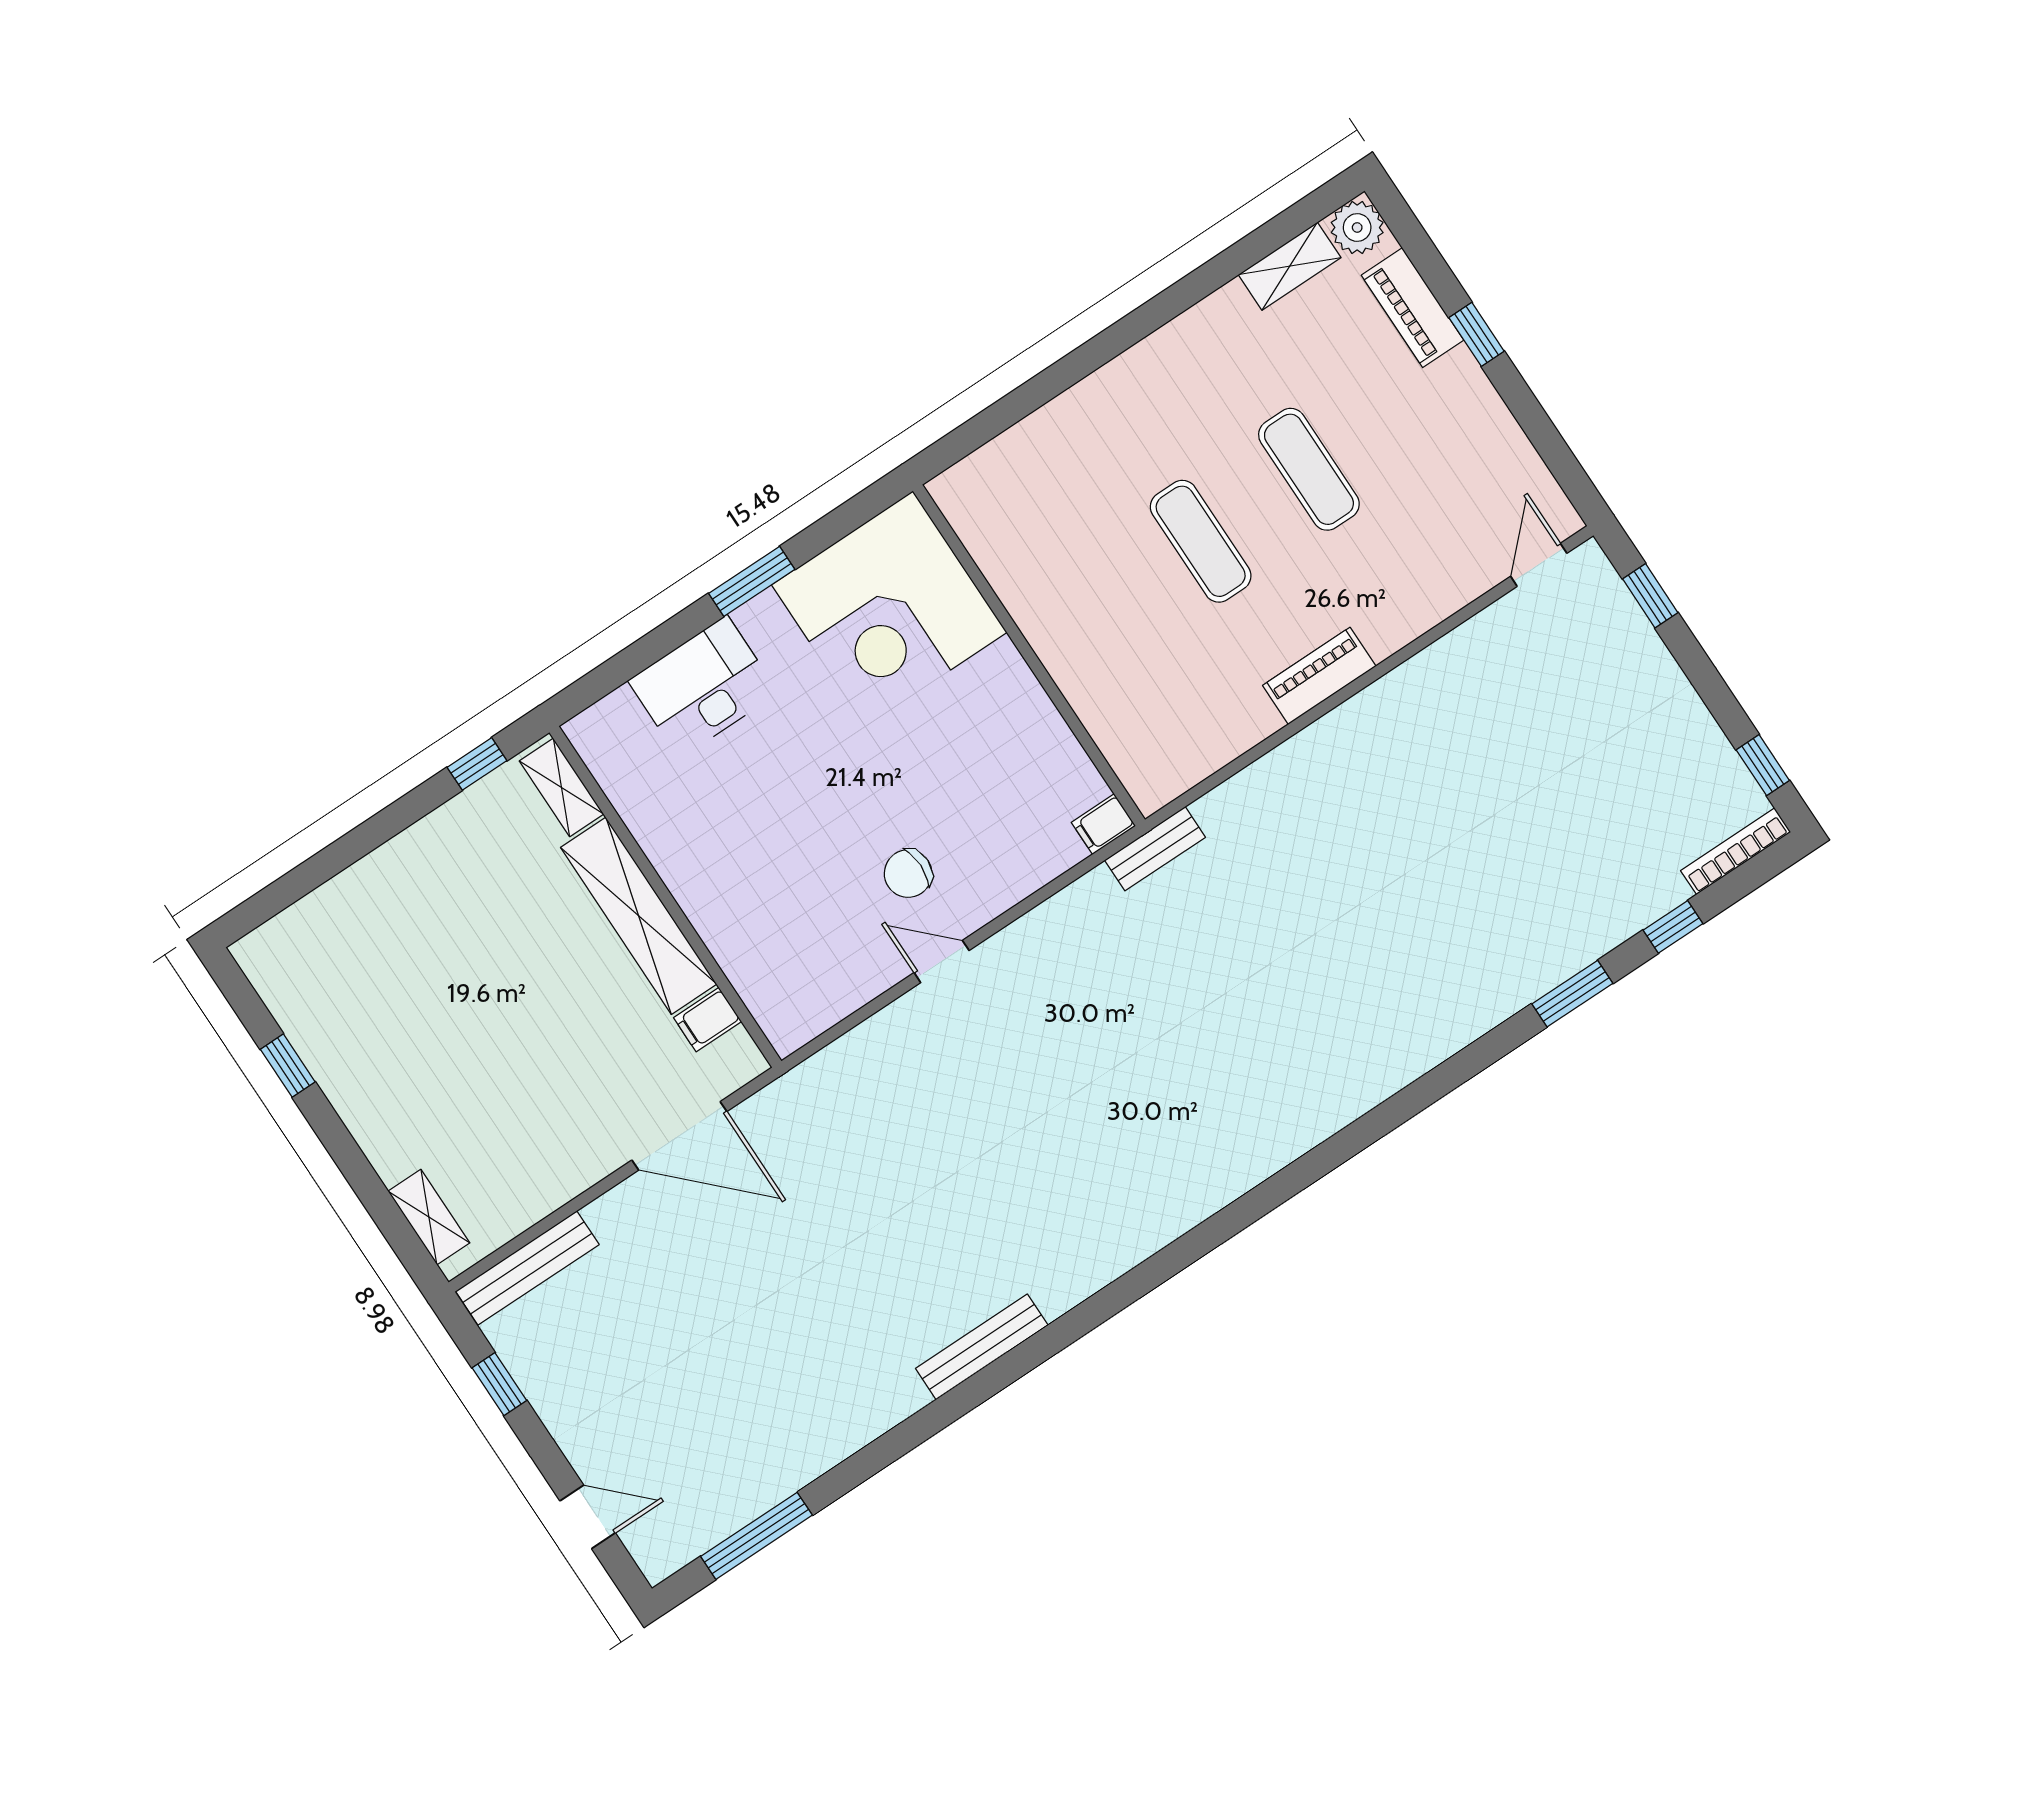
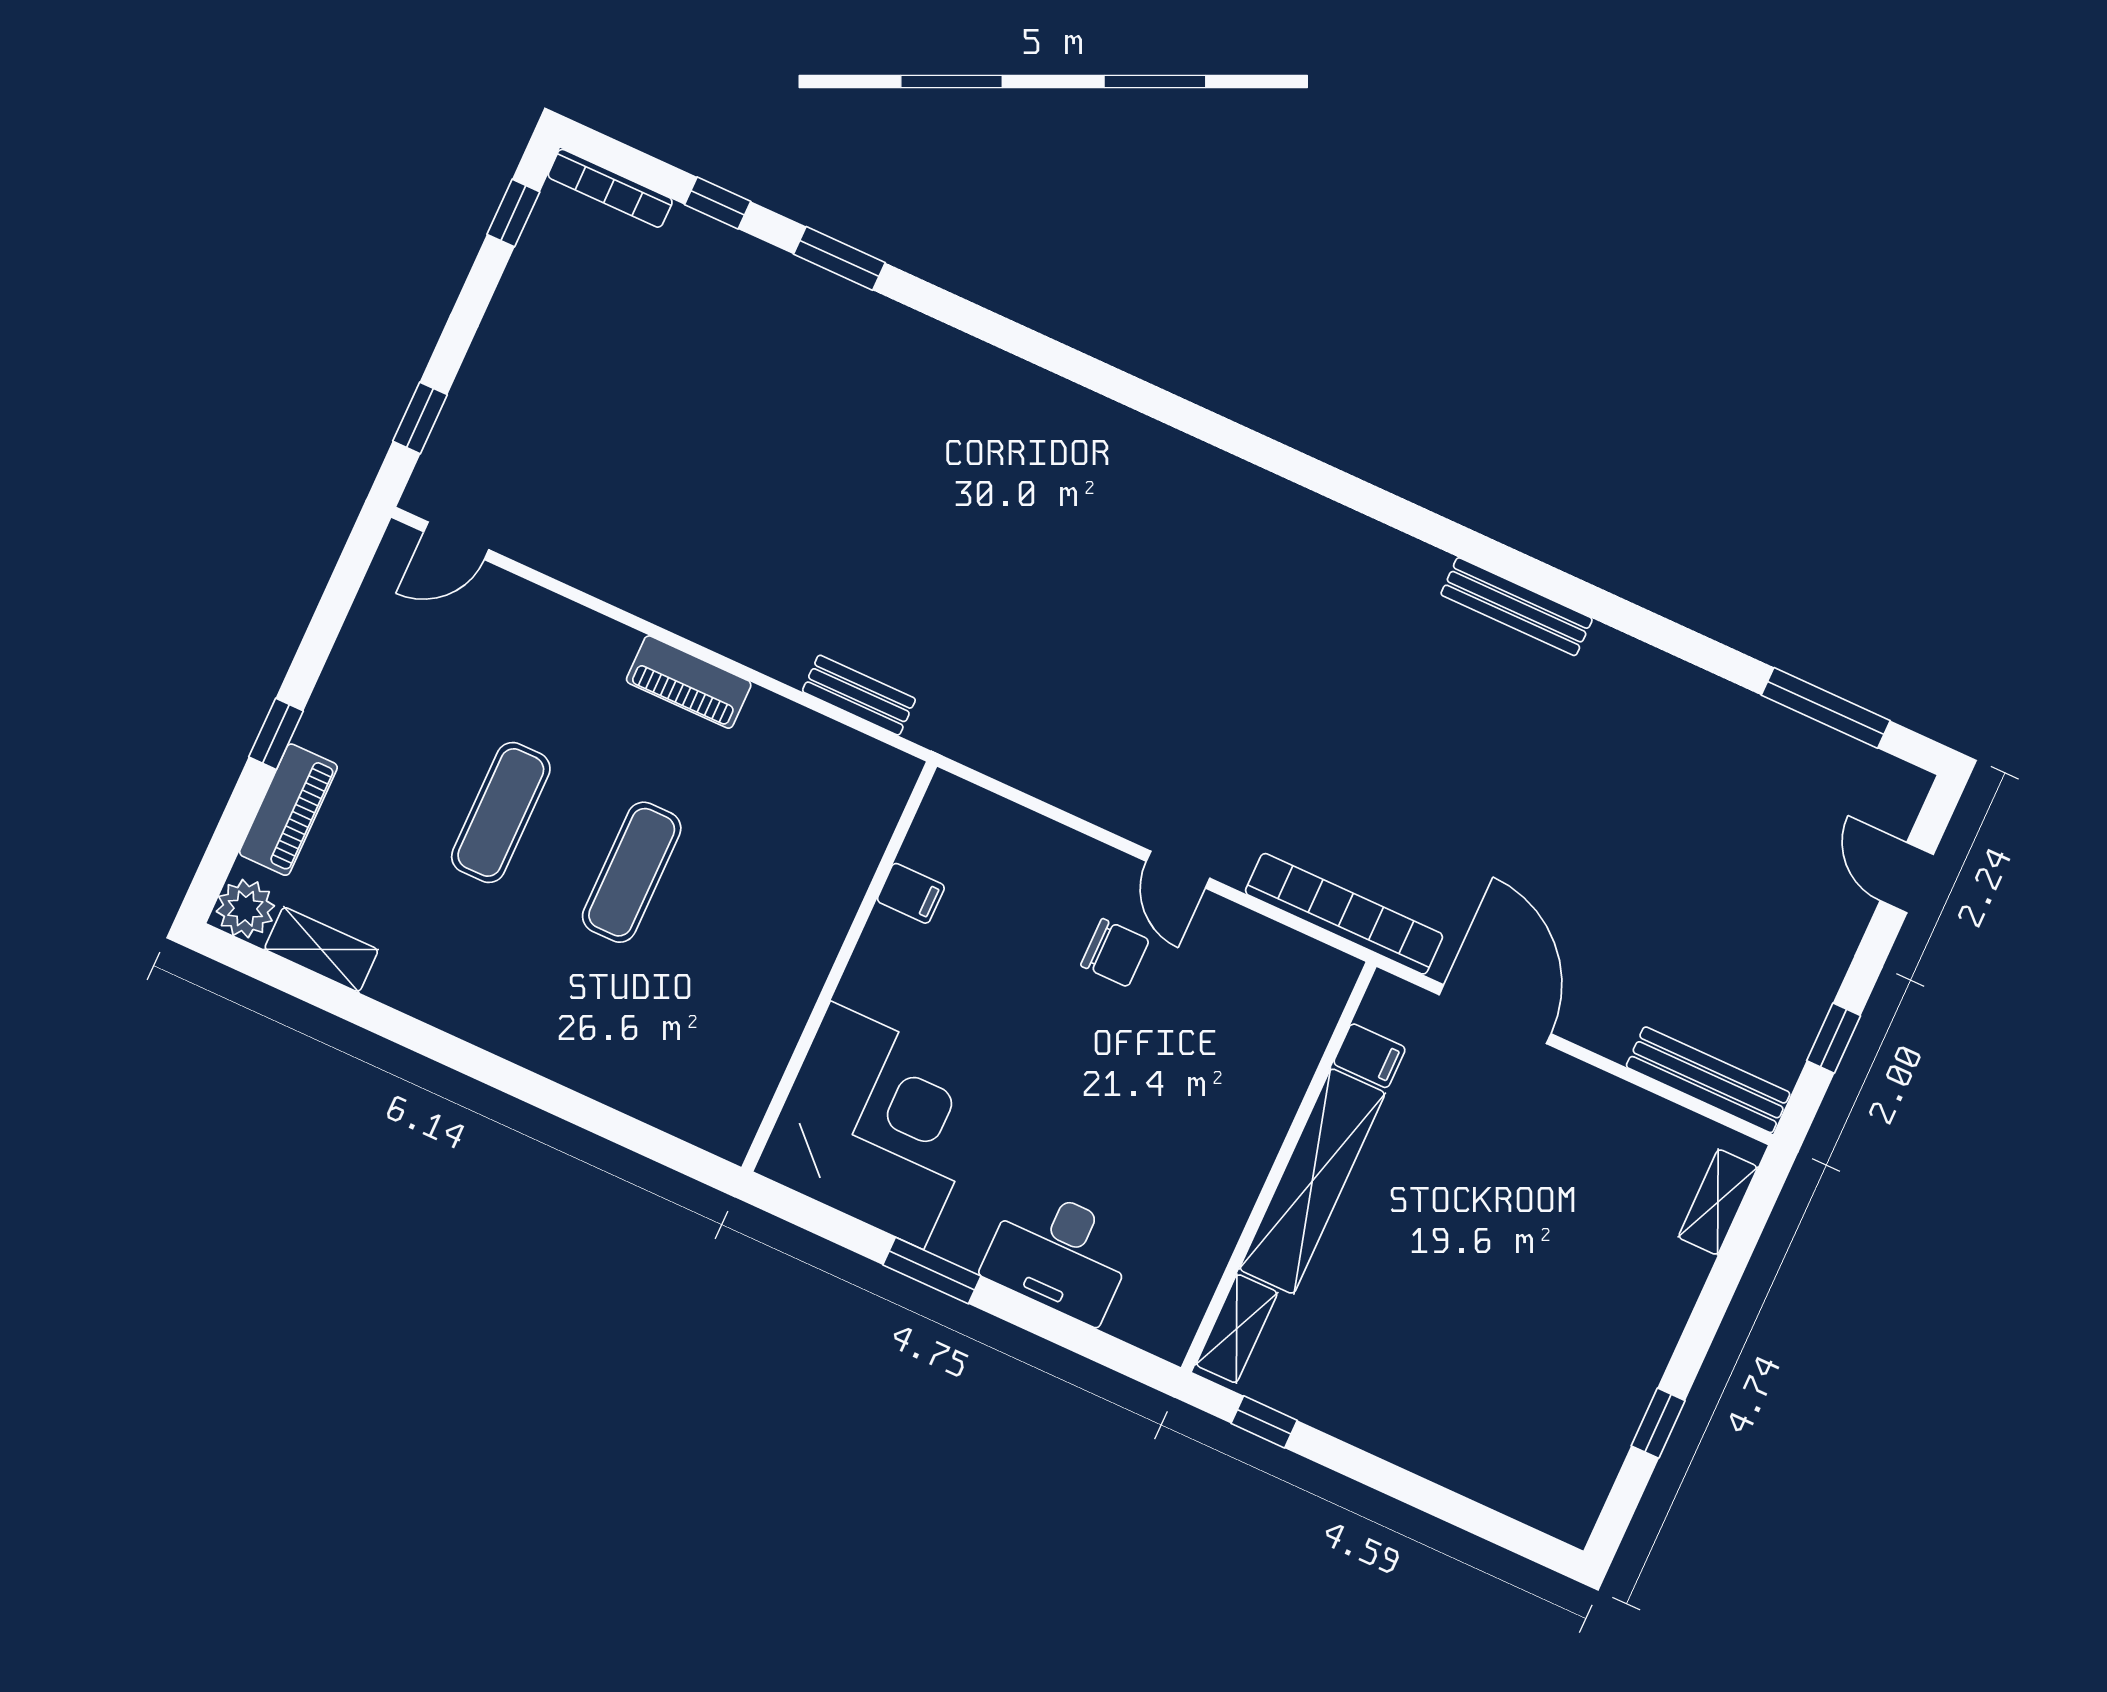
filing cabinet: (1103, 824) -> (911, 893), moved
bench: (1155, 849) -> (859, 695), moved
bookcase: (829, 1068) -> (1344, 914), added

